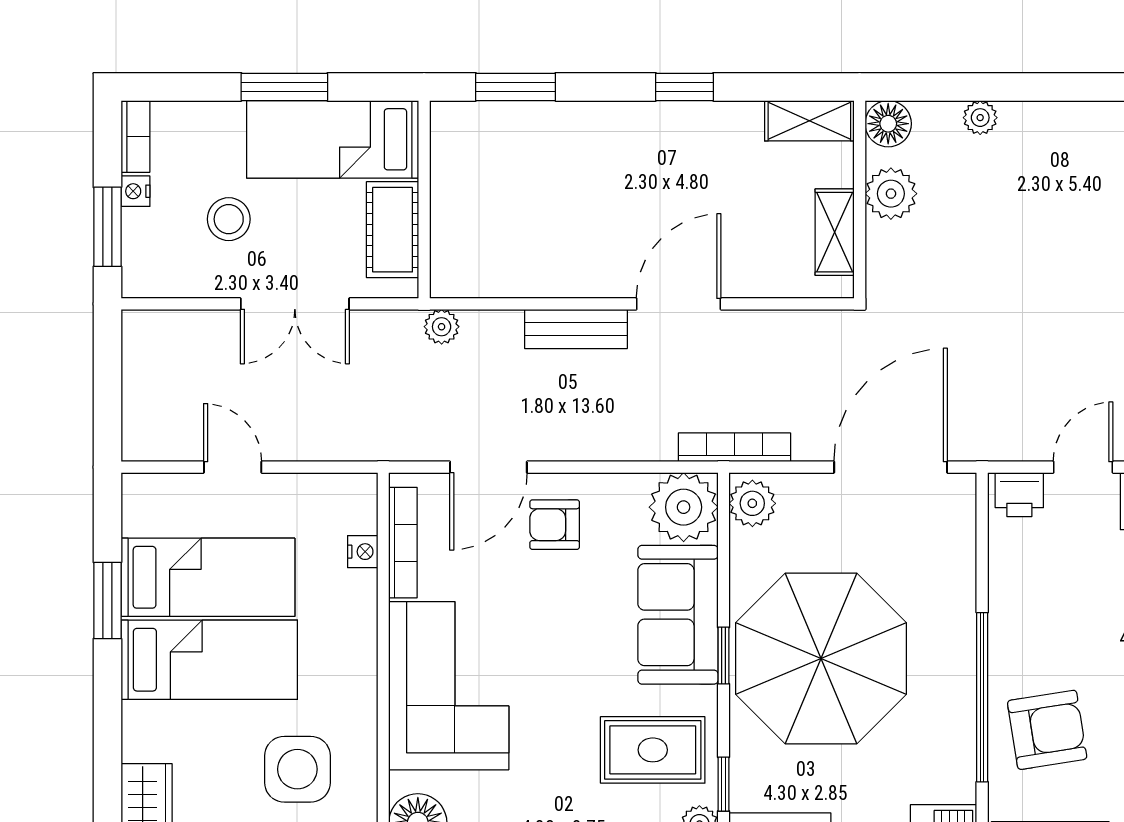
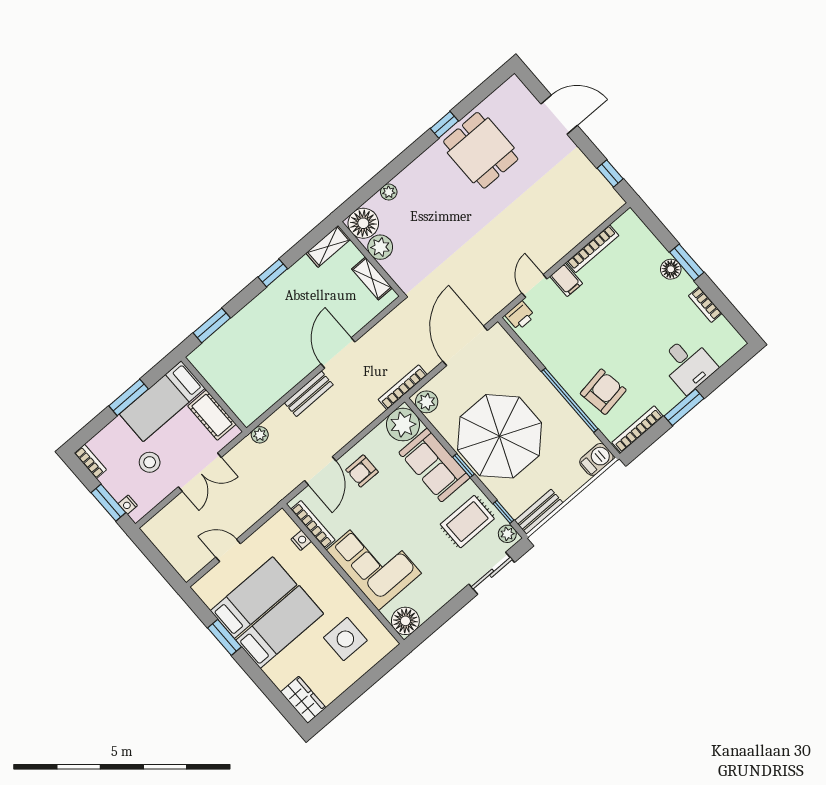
floor lamp: (888, 124) -> (363, 223), width x1.38, depth x1.38
nightstand: (135, 191) -> (128, 505), moved

